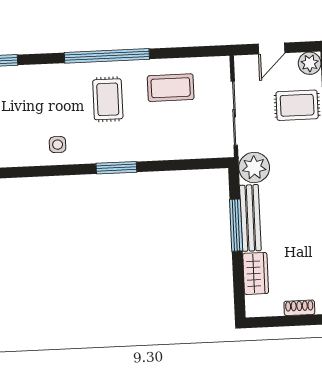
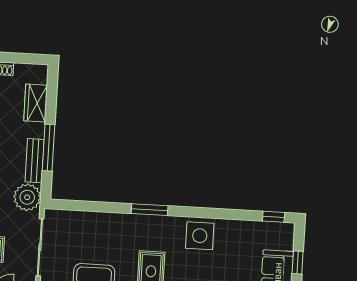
side table: (58, 145) -> (200, 236), width x1.87, depth x1.87
bench: (250, 218) -> (35, 161), width x0.73

